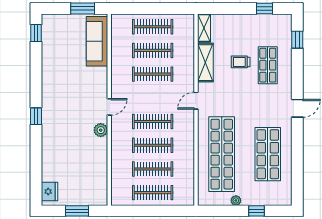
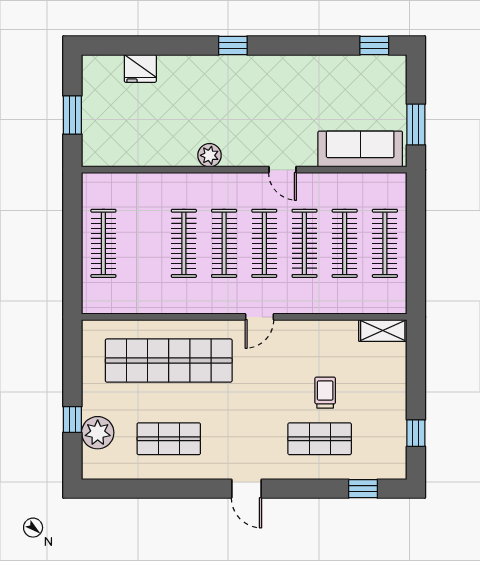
shelving: (205, 63) -> (324, 333), removed
door: (196, 101) -> (259, 317), swing flipped
door: (109, 107) -> (283, 170), moved
shop shelf: (268, 154) -> (169, 439), width x0.70, depth x0.74
clothes rail: (153, 169) -> (264, 243), moved
fridge: (50, 191) -> (140, 68), moved
plant: (236, 200) -> (98, 433), moved, width x1.88, depth x1.88

